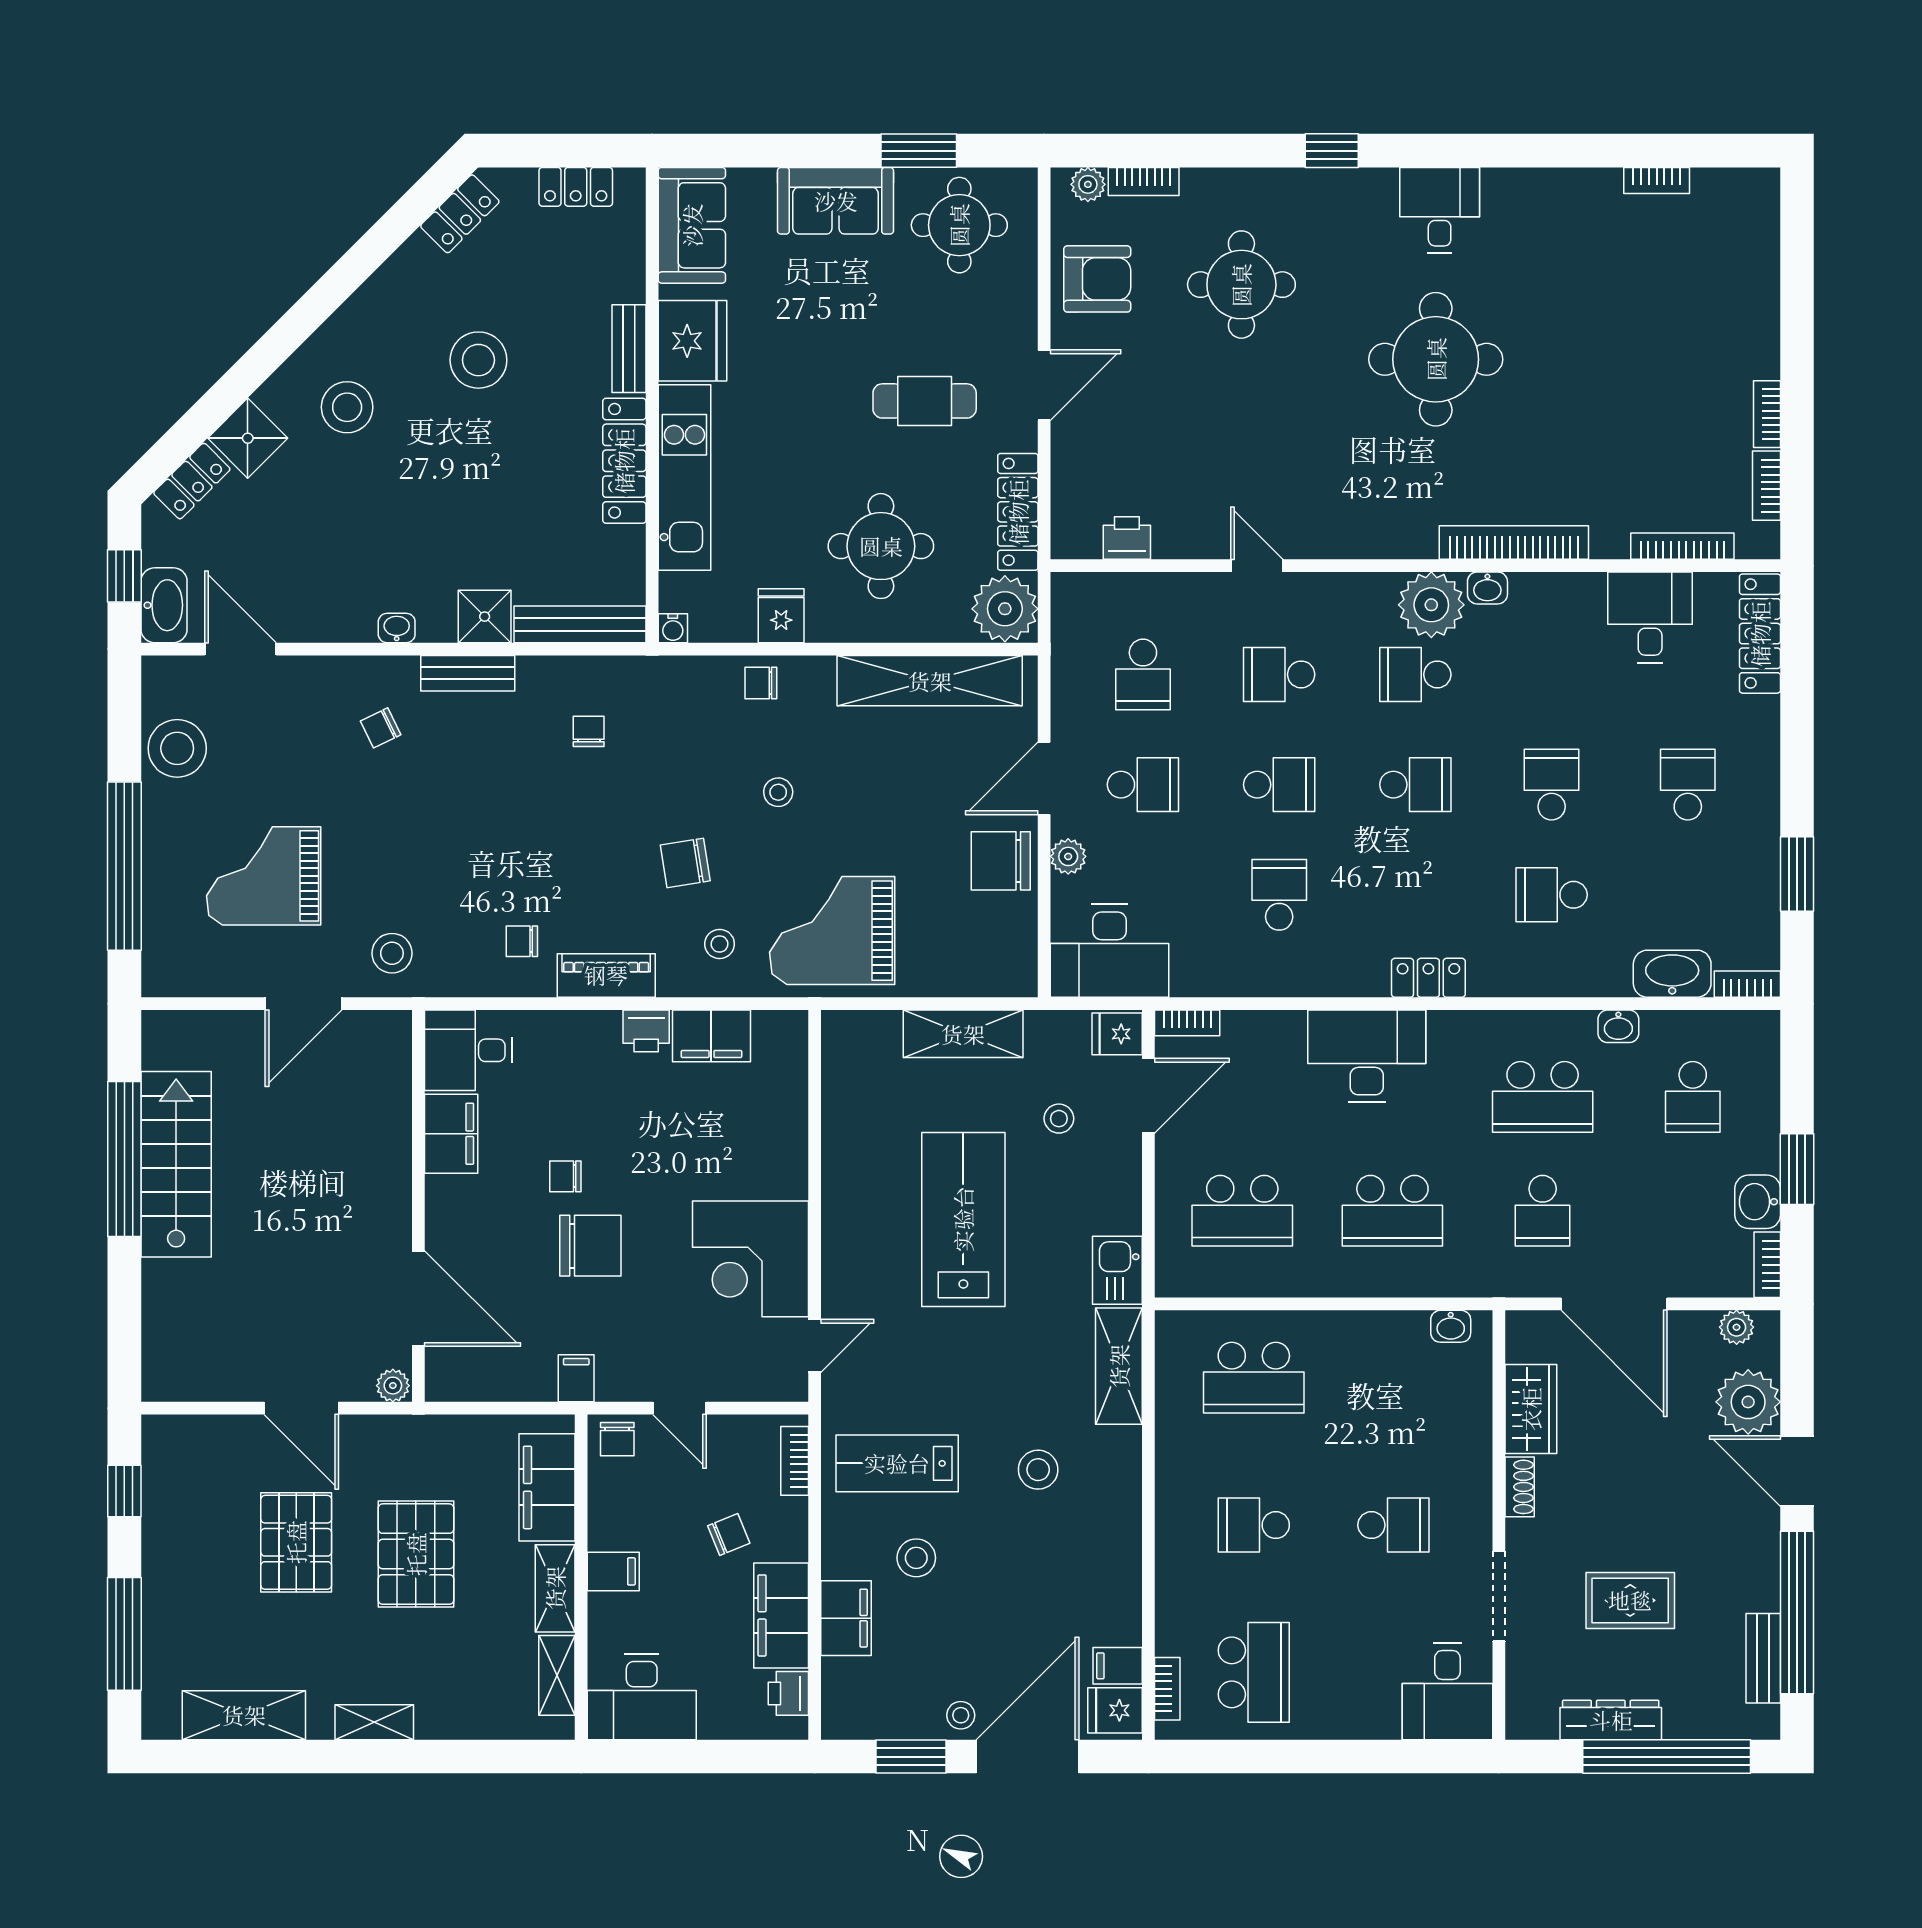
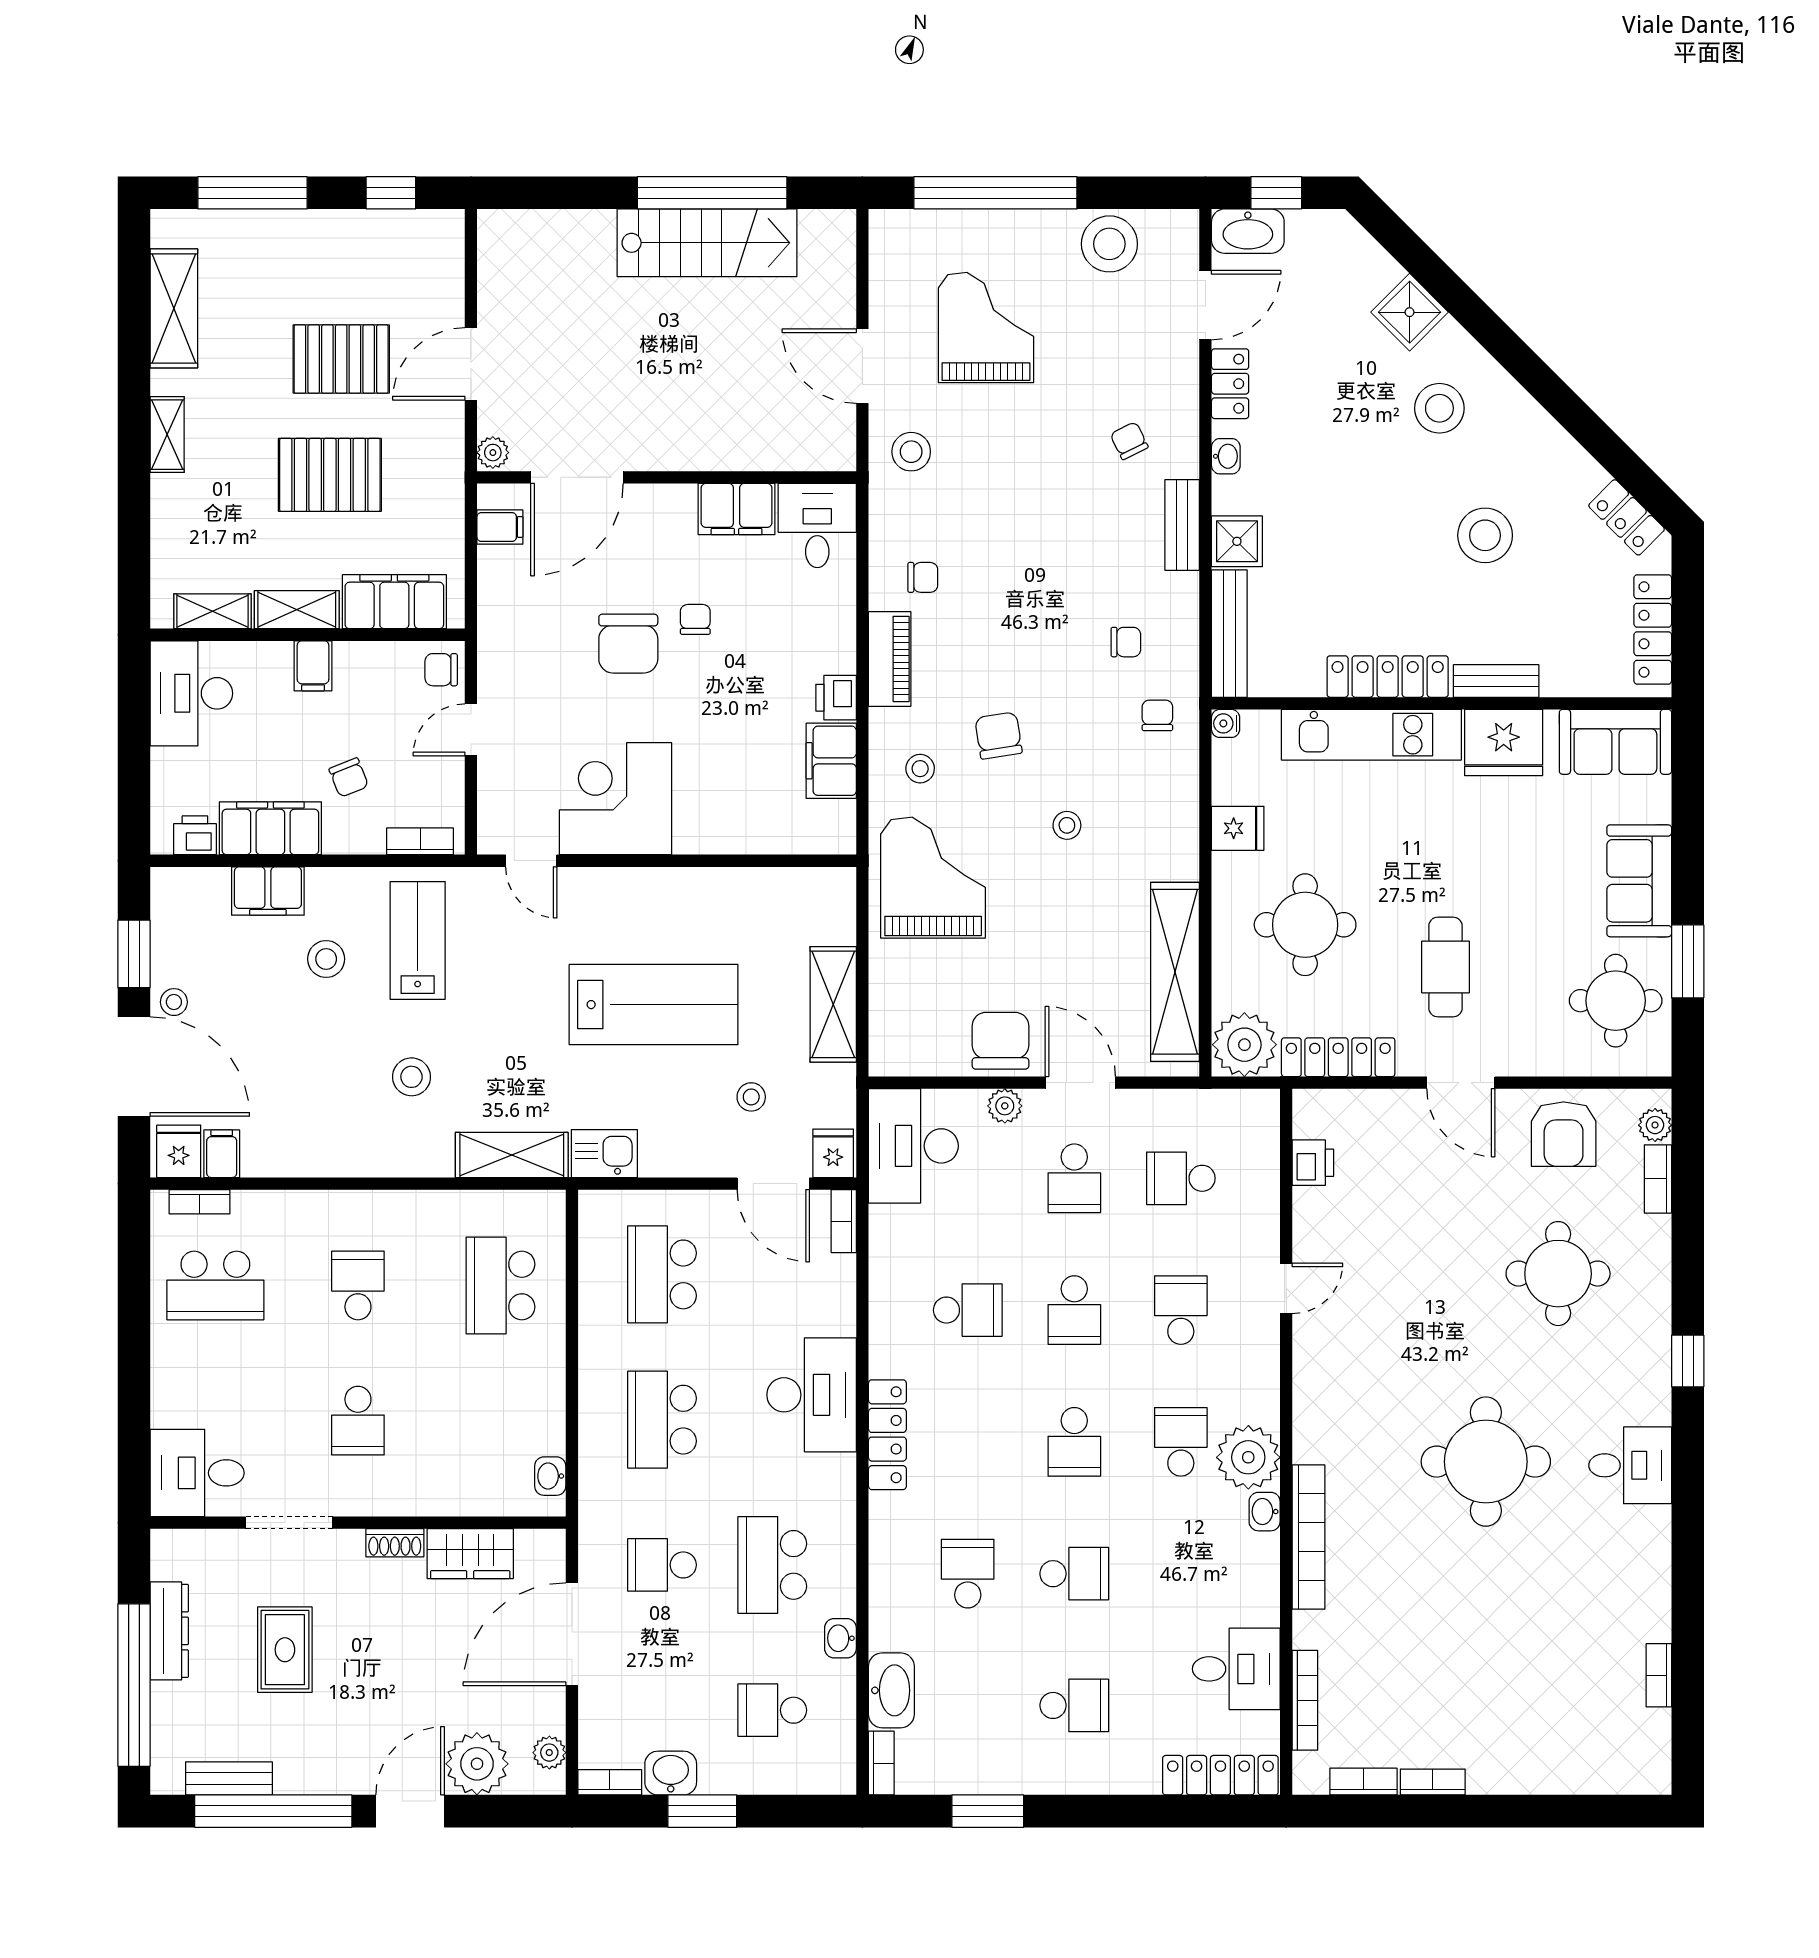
locker: (576, 187) -> (1653, 629), width x1.53
locker: (192, 481) -> (1230, 384), moved, turned -135
chair: (761, 683) -> (1157, 715), moved
chair: (522, 941) -> (923, 577), turned 90
locker: (1428, 978) -> (887, 1435), width x1.53
filing cabinet: (576, 1378) -> (500, 527), moved

